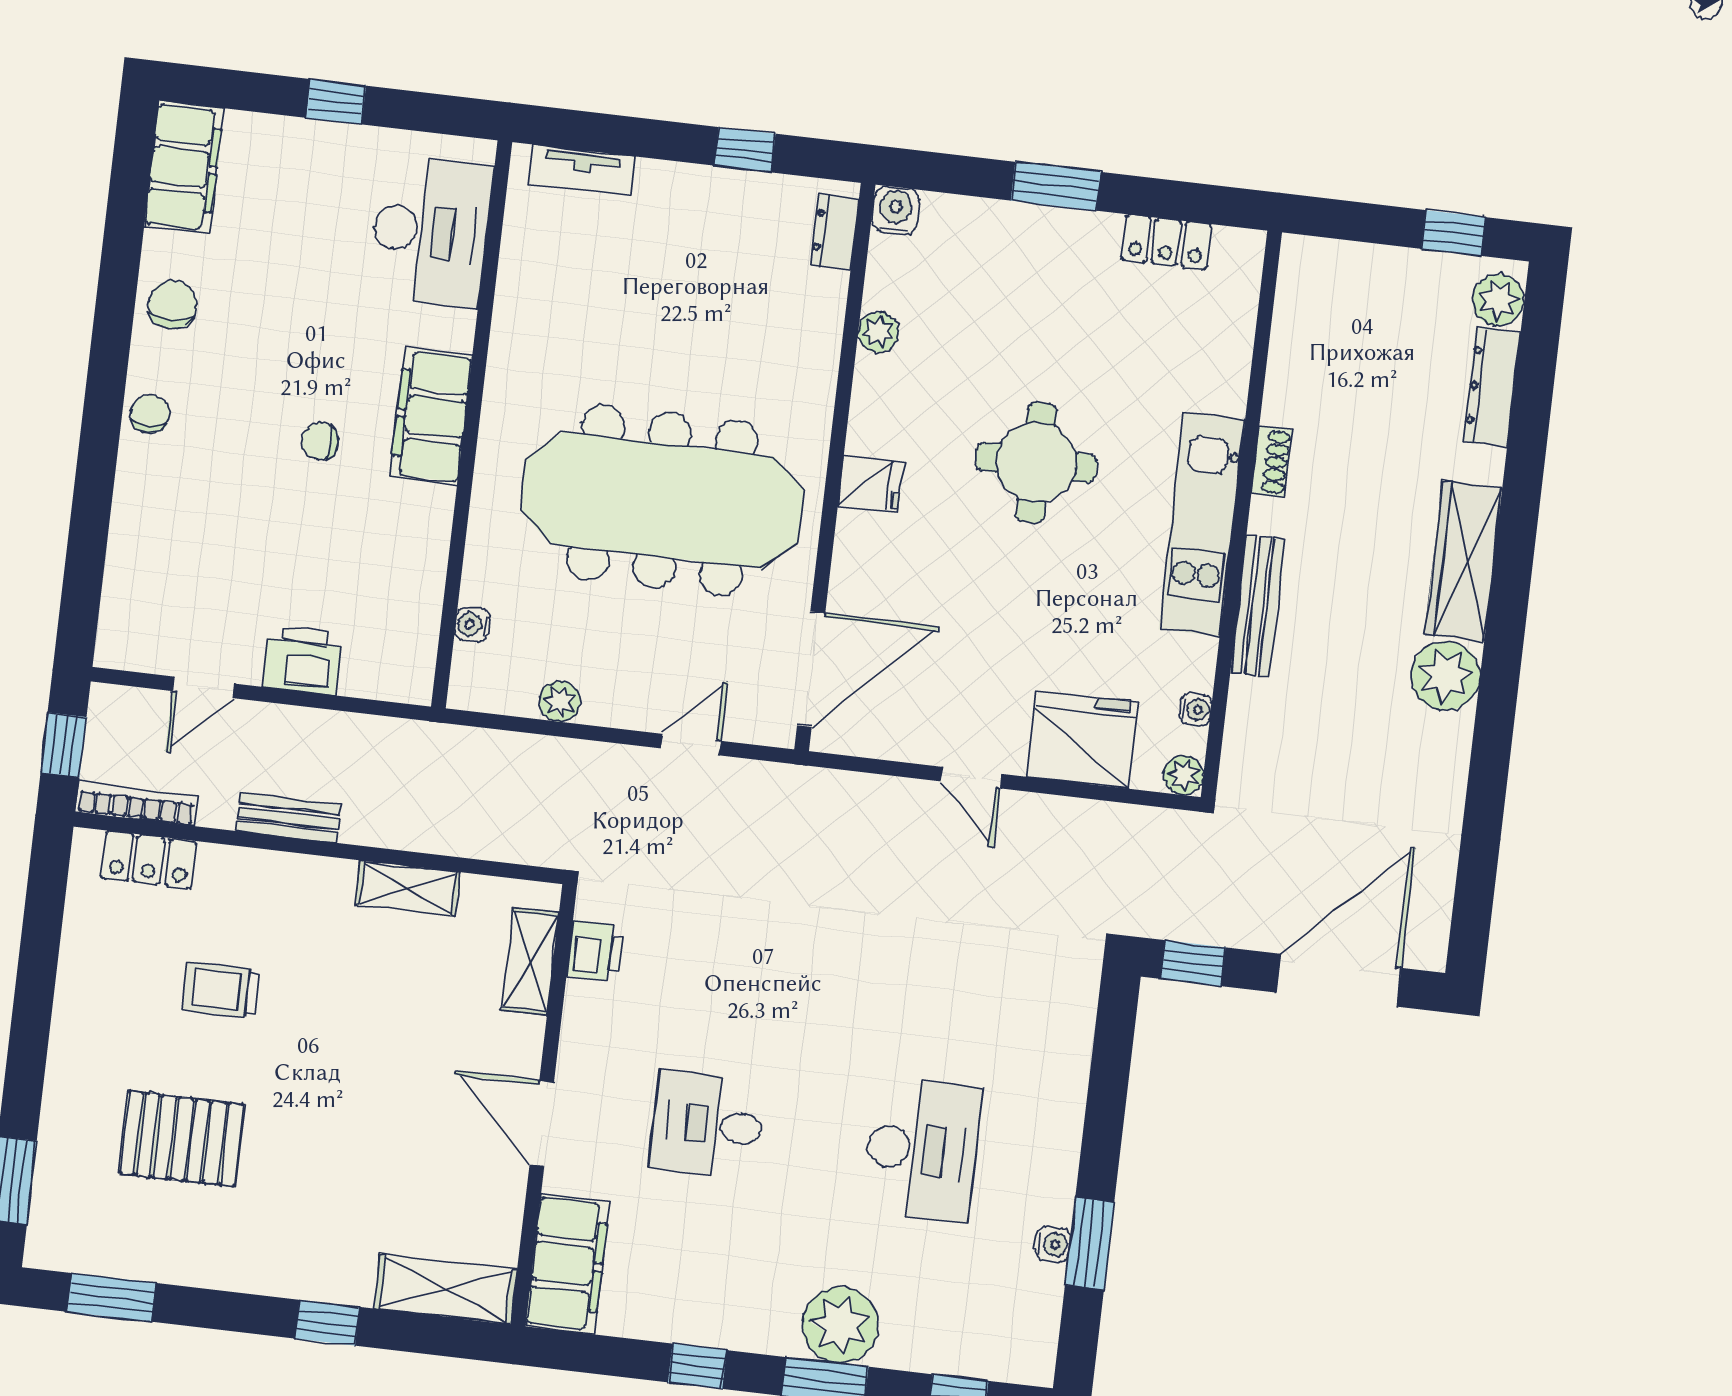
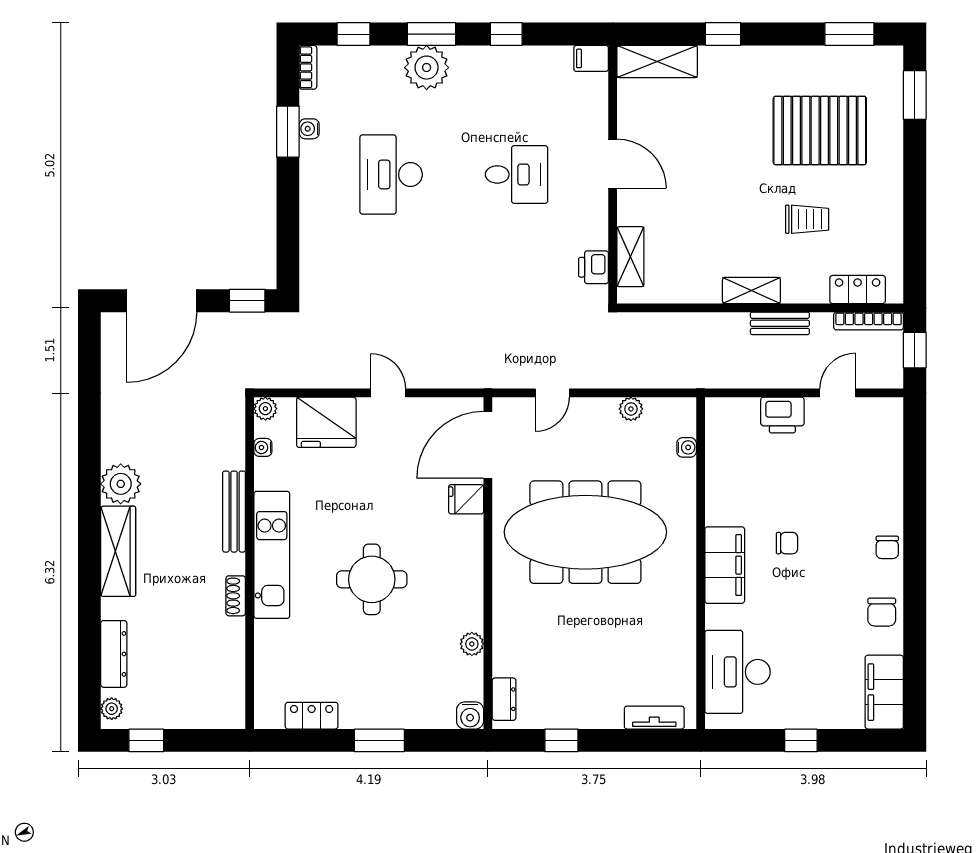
plant: (1498, 300) -> (112, 709), width x0.73, depth x0.73
fridge: (870, 484) -> (466, 499), moved
shelving: (408, 889) -> (751, 290), moved
pallet: (181, 1139) -> (820, 130), width x1.37, depth x1.41
filing cabinet: (568, 1264) -> (591, 58), width x0.33, depth x0.86
bookcase: (1042, 1349) -> (308, 67), added

